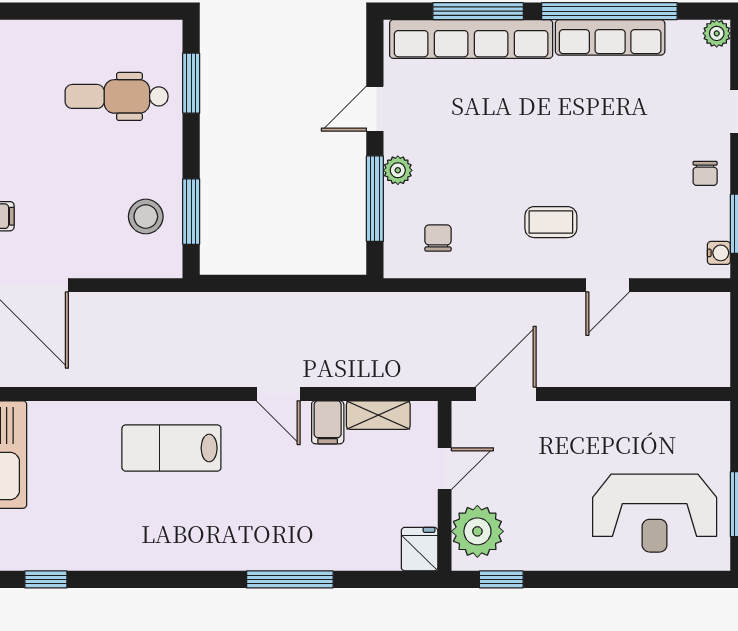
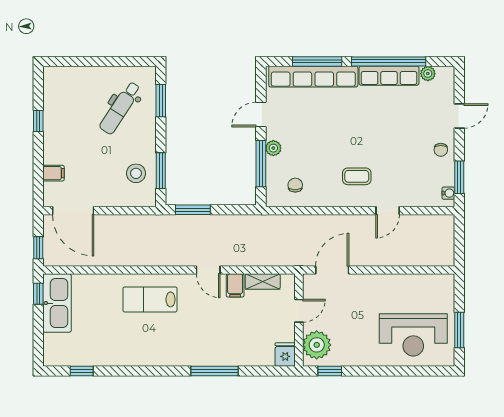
plant: (717, 33) -> (428, 74), moved
dental chair: (117, 96) -> (120, 108), turned -57
window: (250, 283) -> (193, 210), added

